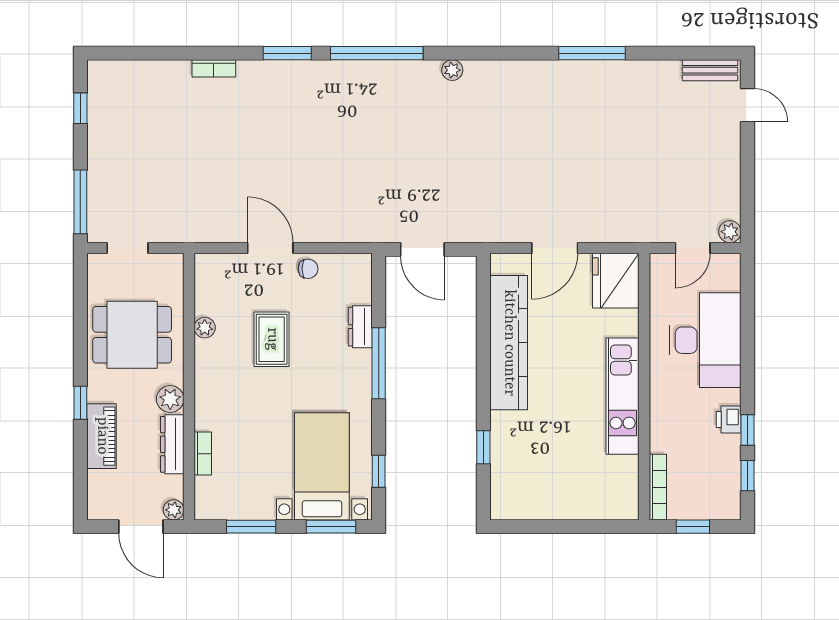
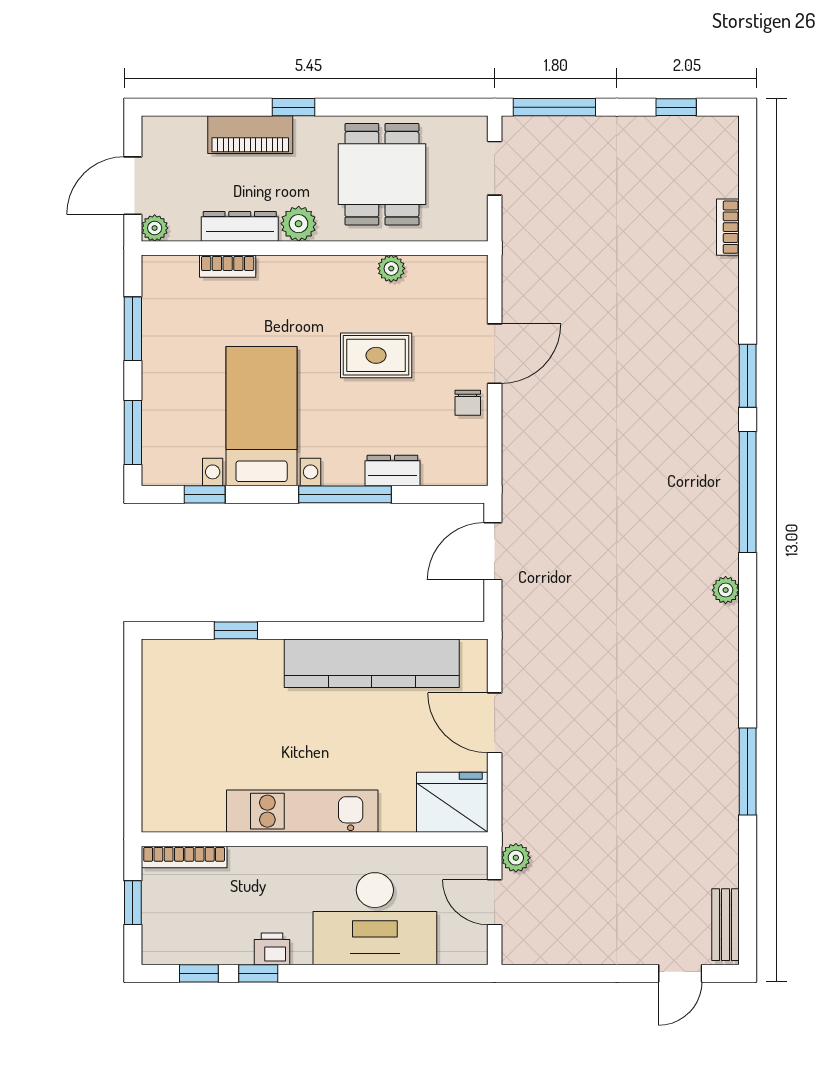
bookcase: (214, 68) -> (728, 227), moved
plant: (730, 232) -> (516, 858), moved
bed with nightstands: (322, 466) -> (262, 416), moved, turned -90

